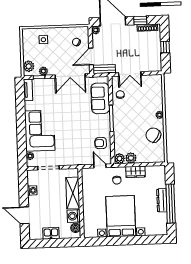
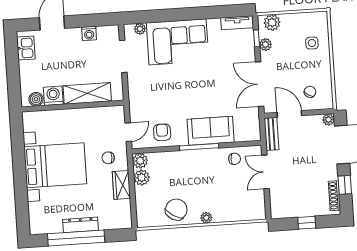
sofa: (100, 98) -> (211, 131), moved
kitchen sink: (51, 233) -> (26, 48), moved

